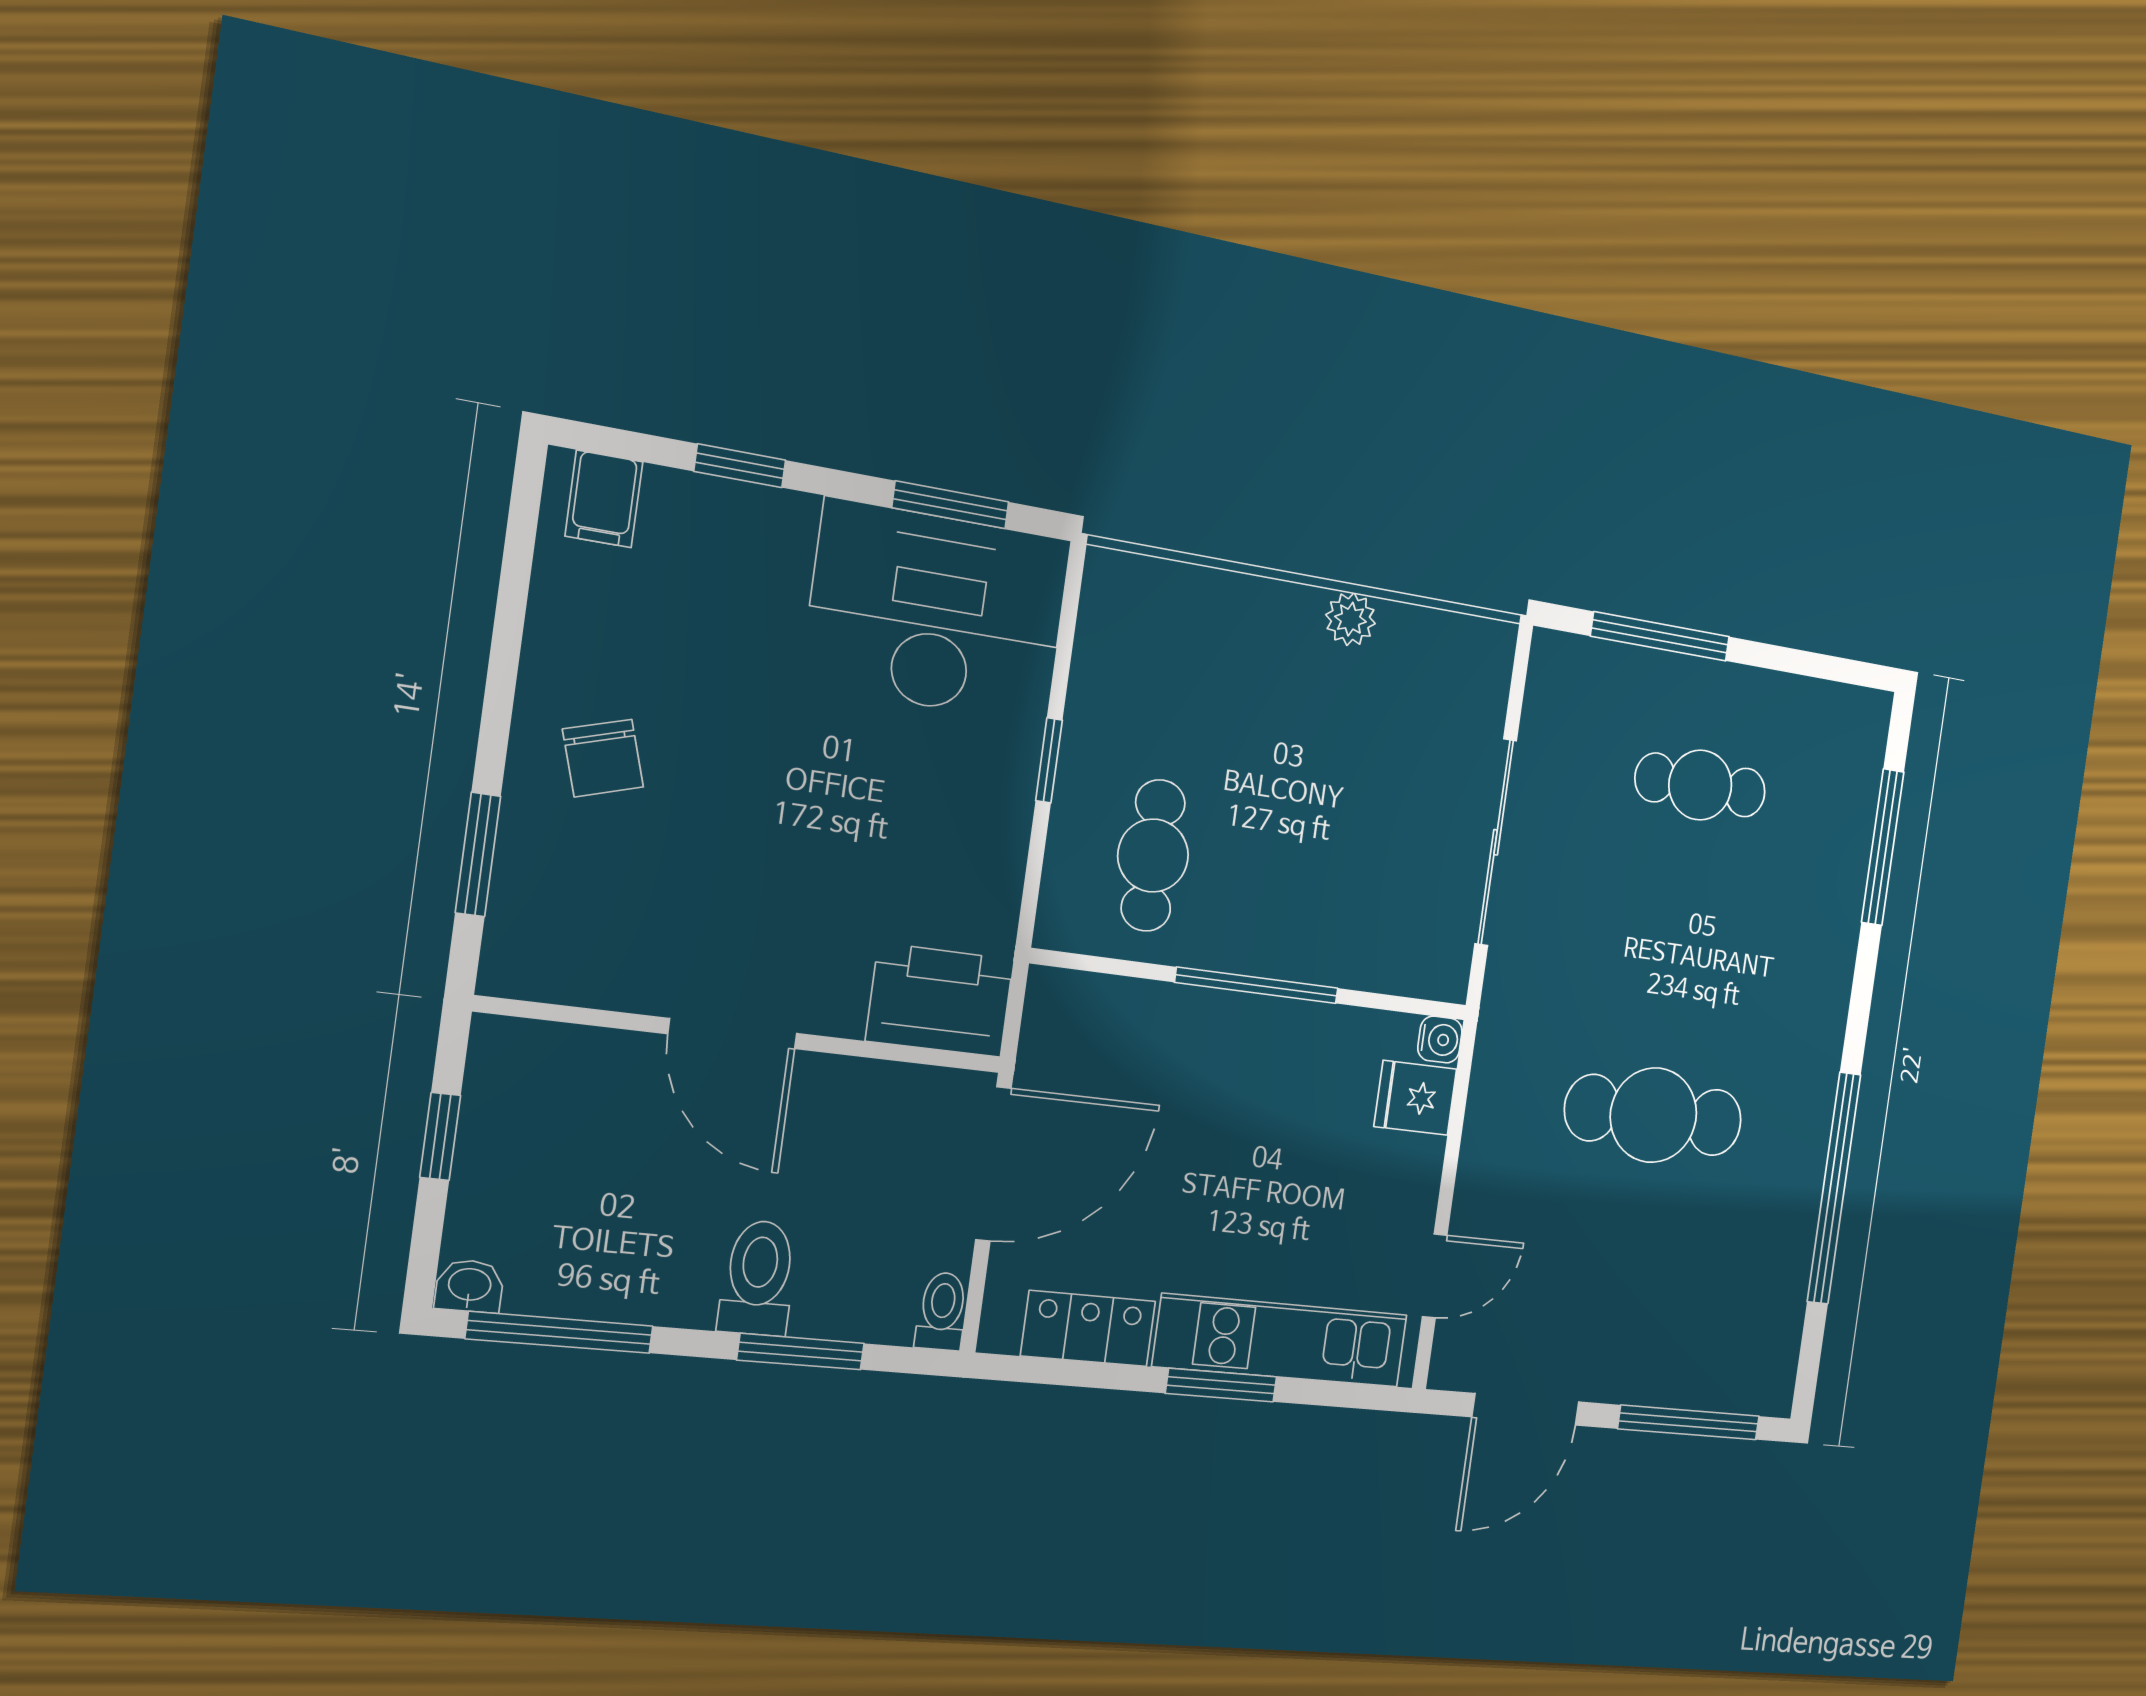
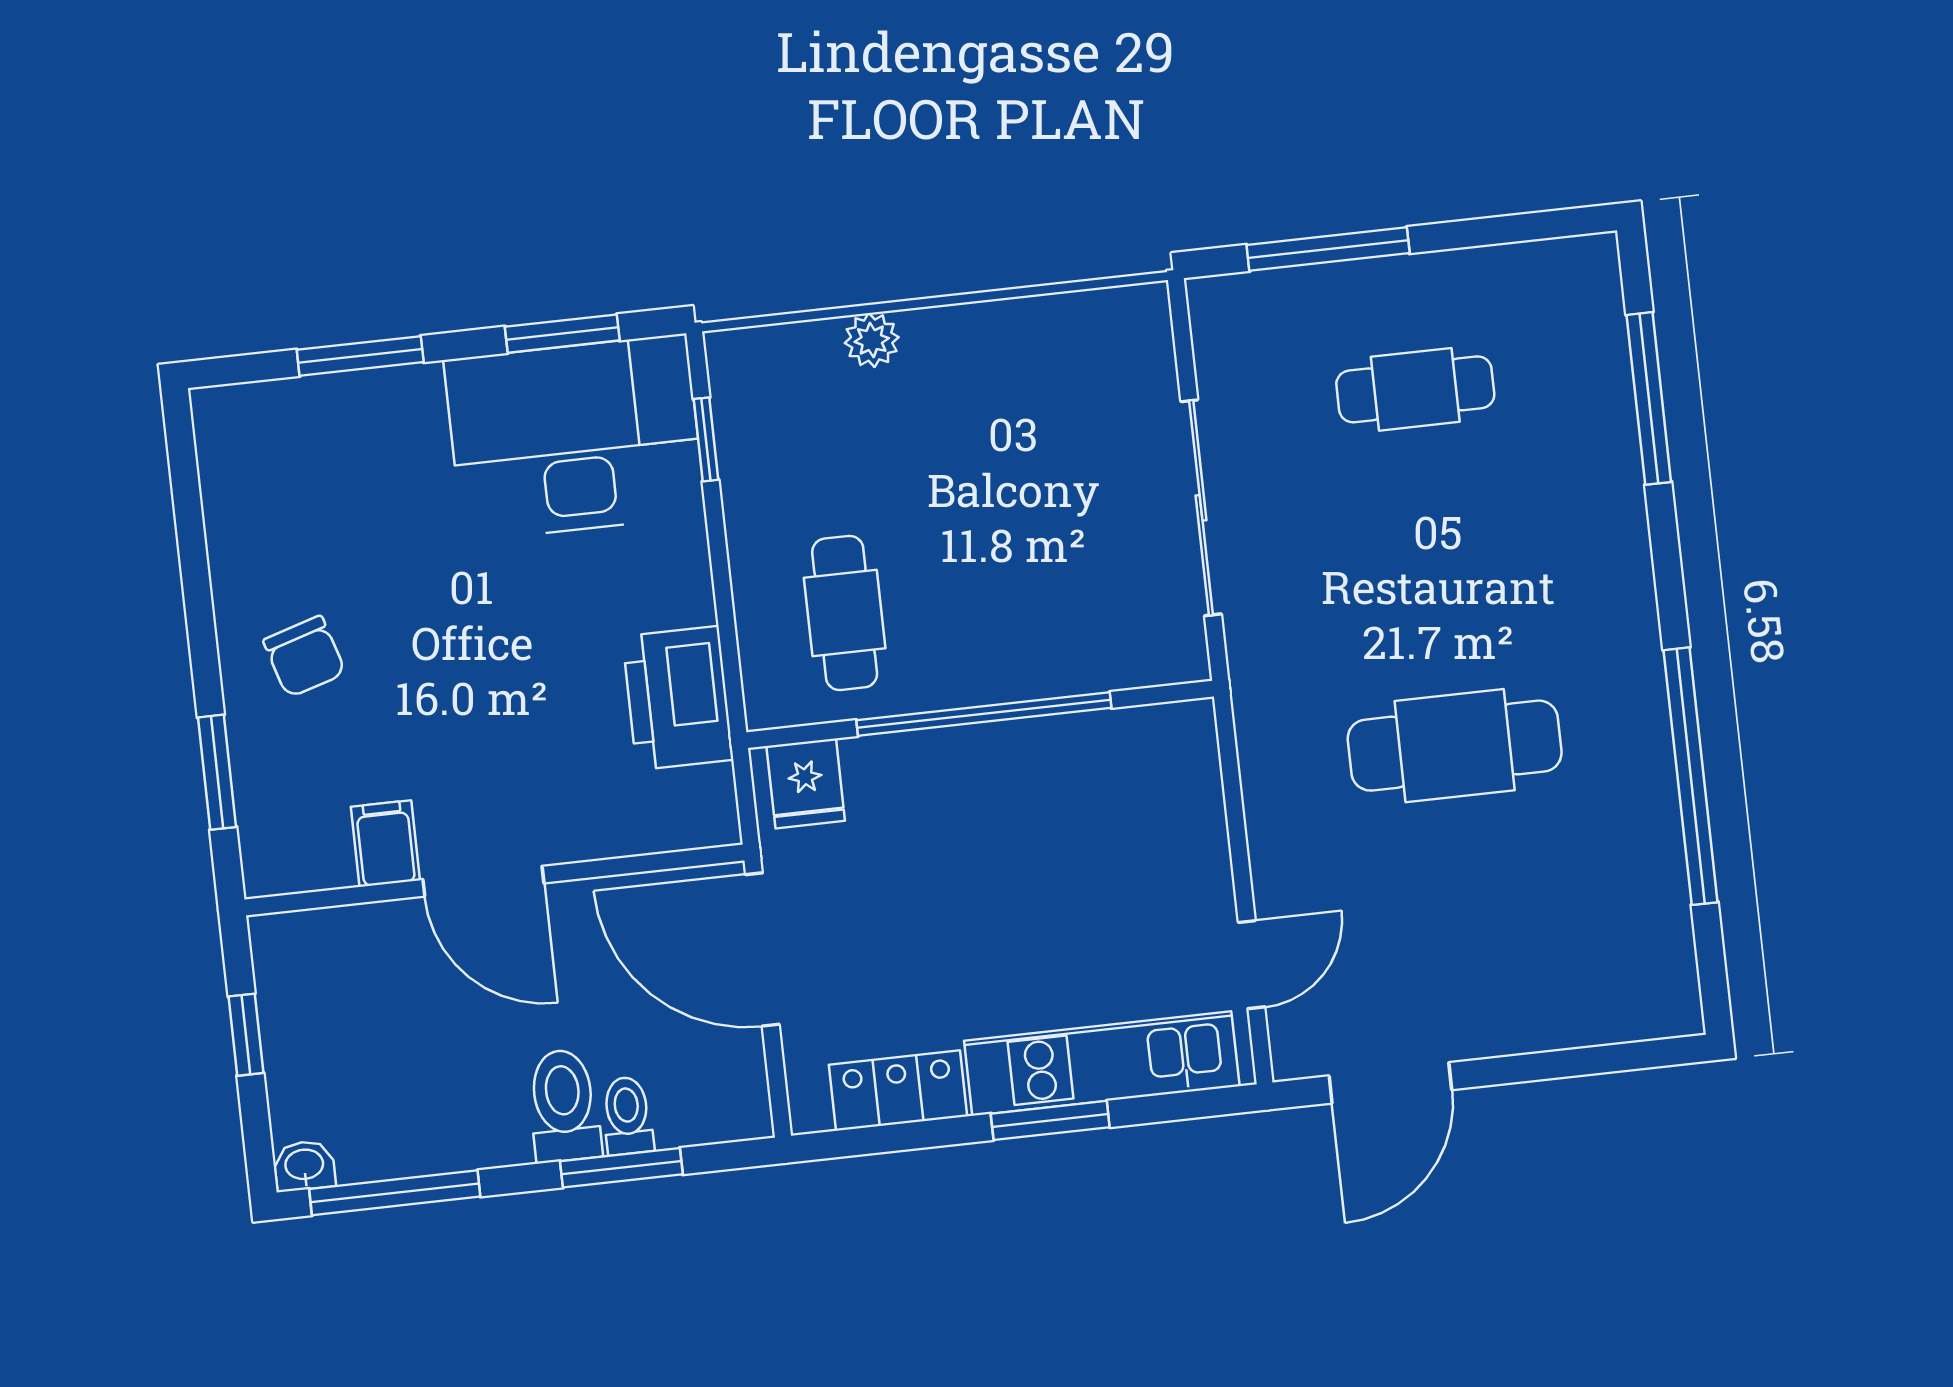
window: (740, 466) -> (360, 356), width x1.50
filing cabinet: (604, 499) -> (385, 843), moved, turned 180
plant: (1350, 619) -> (872, 340), moved
window: (1049, 760) -> (706, 439), moved
window: (1257, 985) -> (984, 714), width x1.46
printer: (940, 1000) -> (678, 698), moved, turned -90
water cooler: (1440, 1040) -> (1193, 722), removed
fridge: (1415, 1098) -> (806, 783), moved, turned -90
door: (993, 1164) -> (762, 949), swing flipped
toilet: (942, 1311) -> (627, 1116), moved
window: (1689, 1422) -> (1584, 1061), removed

